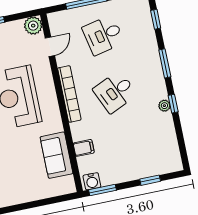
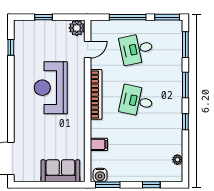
window: (156, 19) -> (185, 45), width x1.50
desk: (115, 92) -> (136, 101), turned 36
plant: (164, 106) -> (177, 160), moved
sofa: (56, 155) -> (60, 171), moved, turned 90

